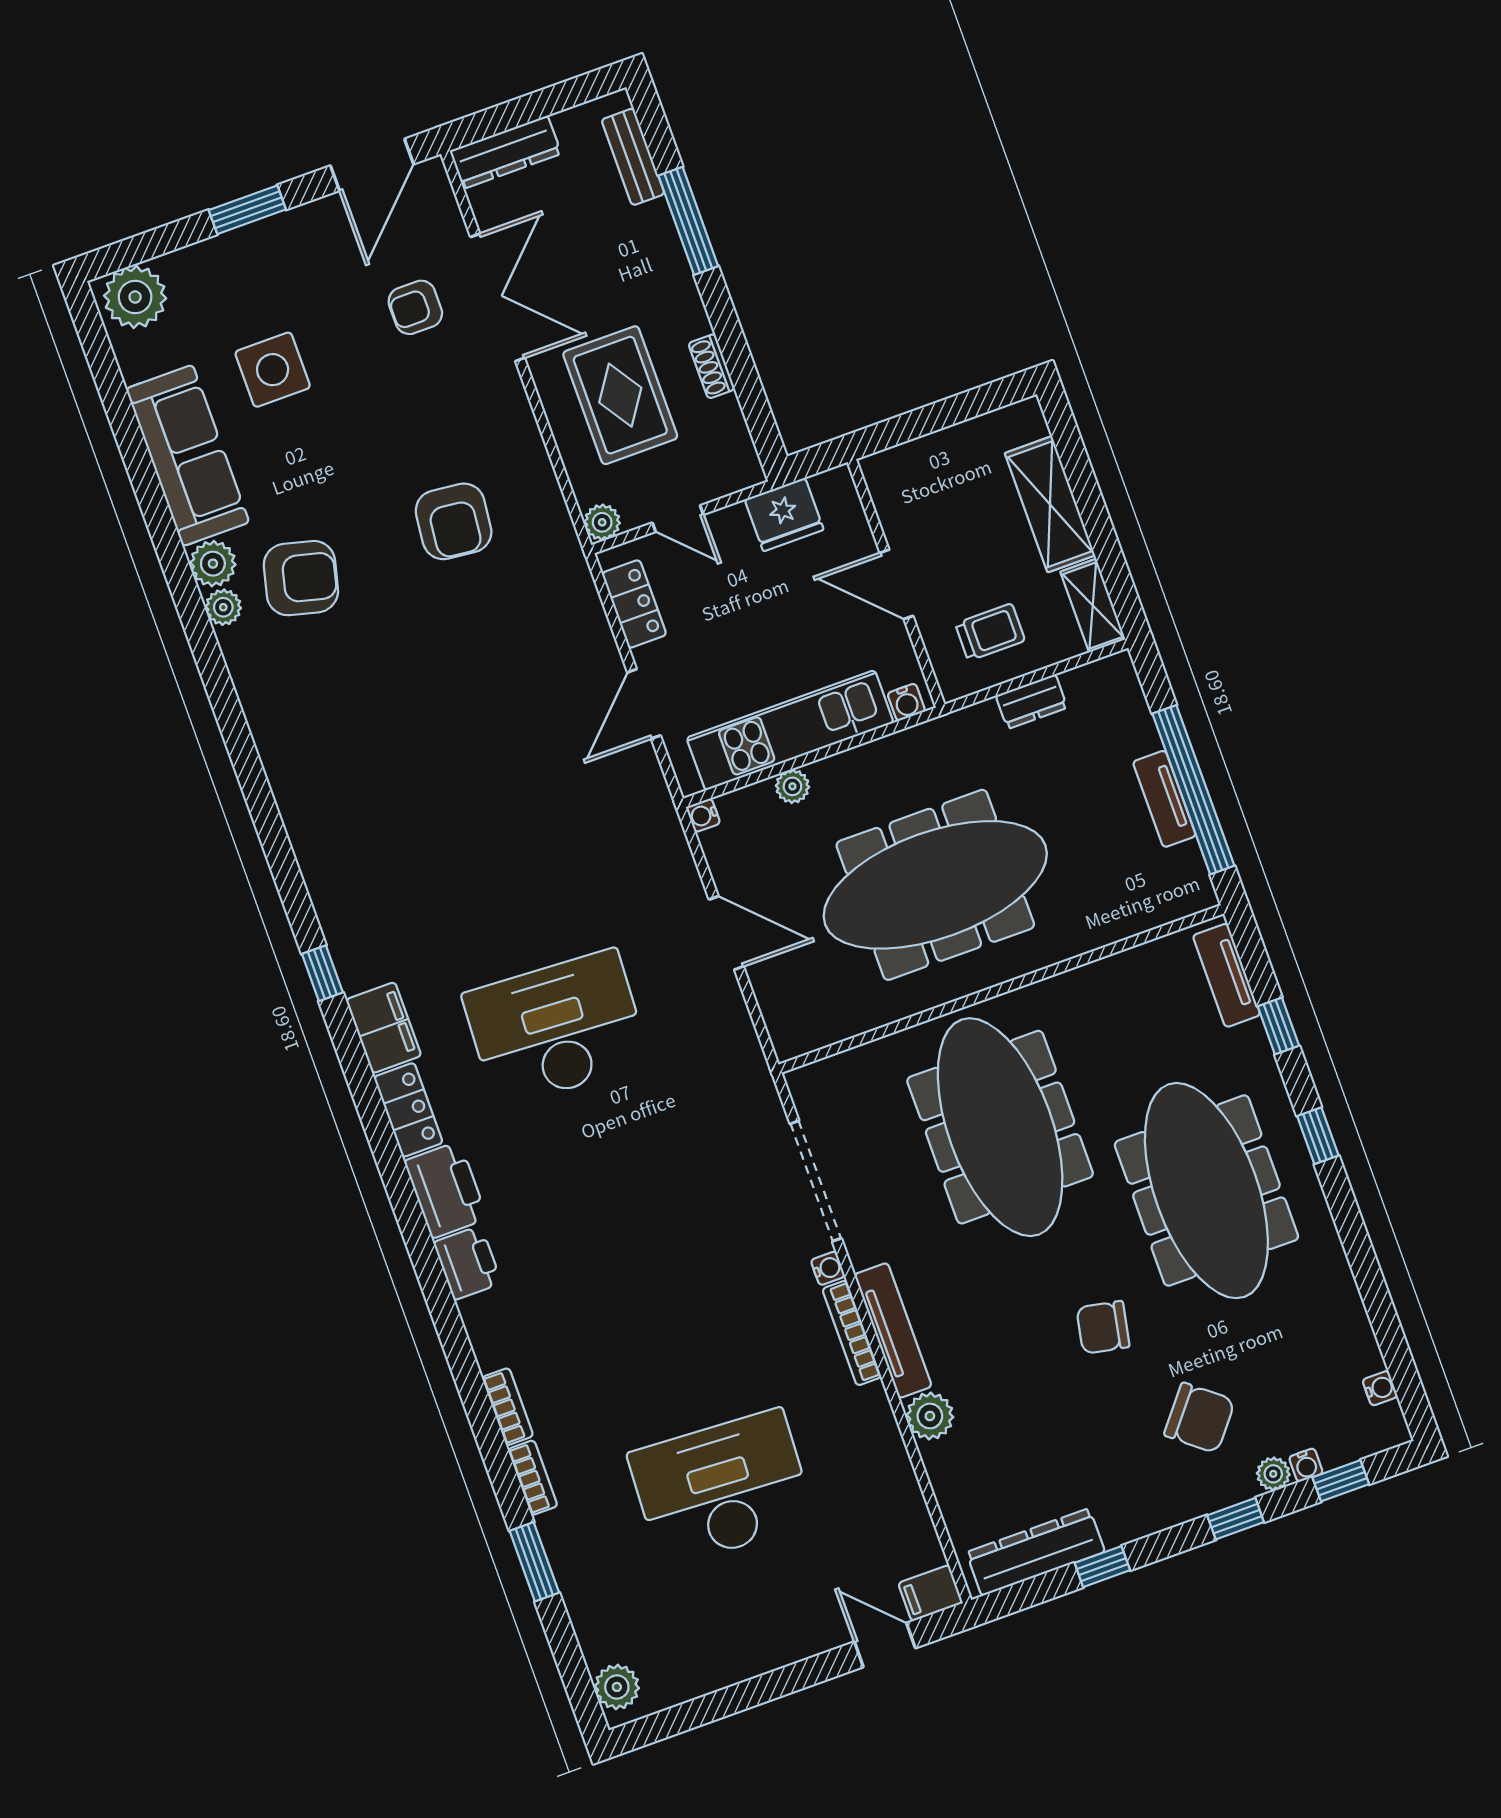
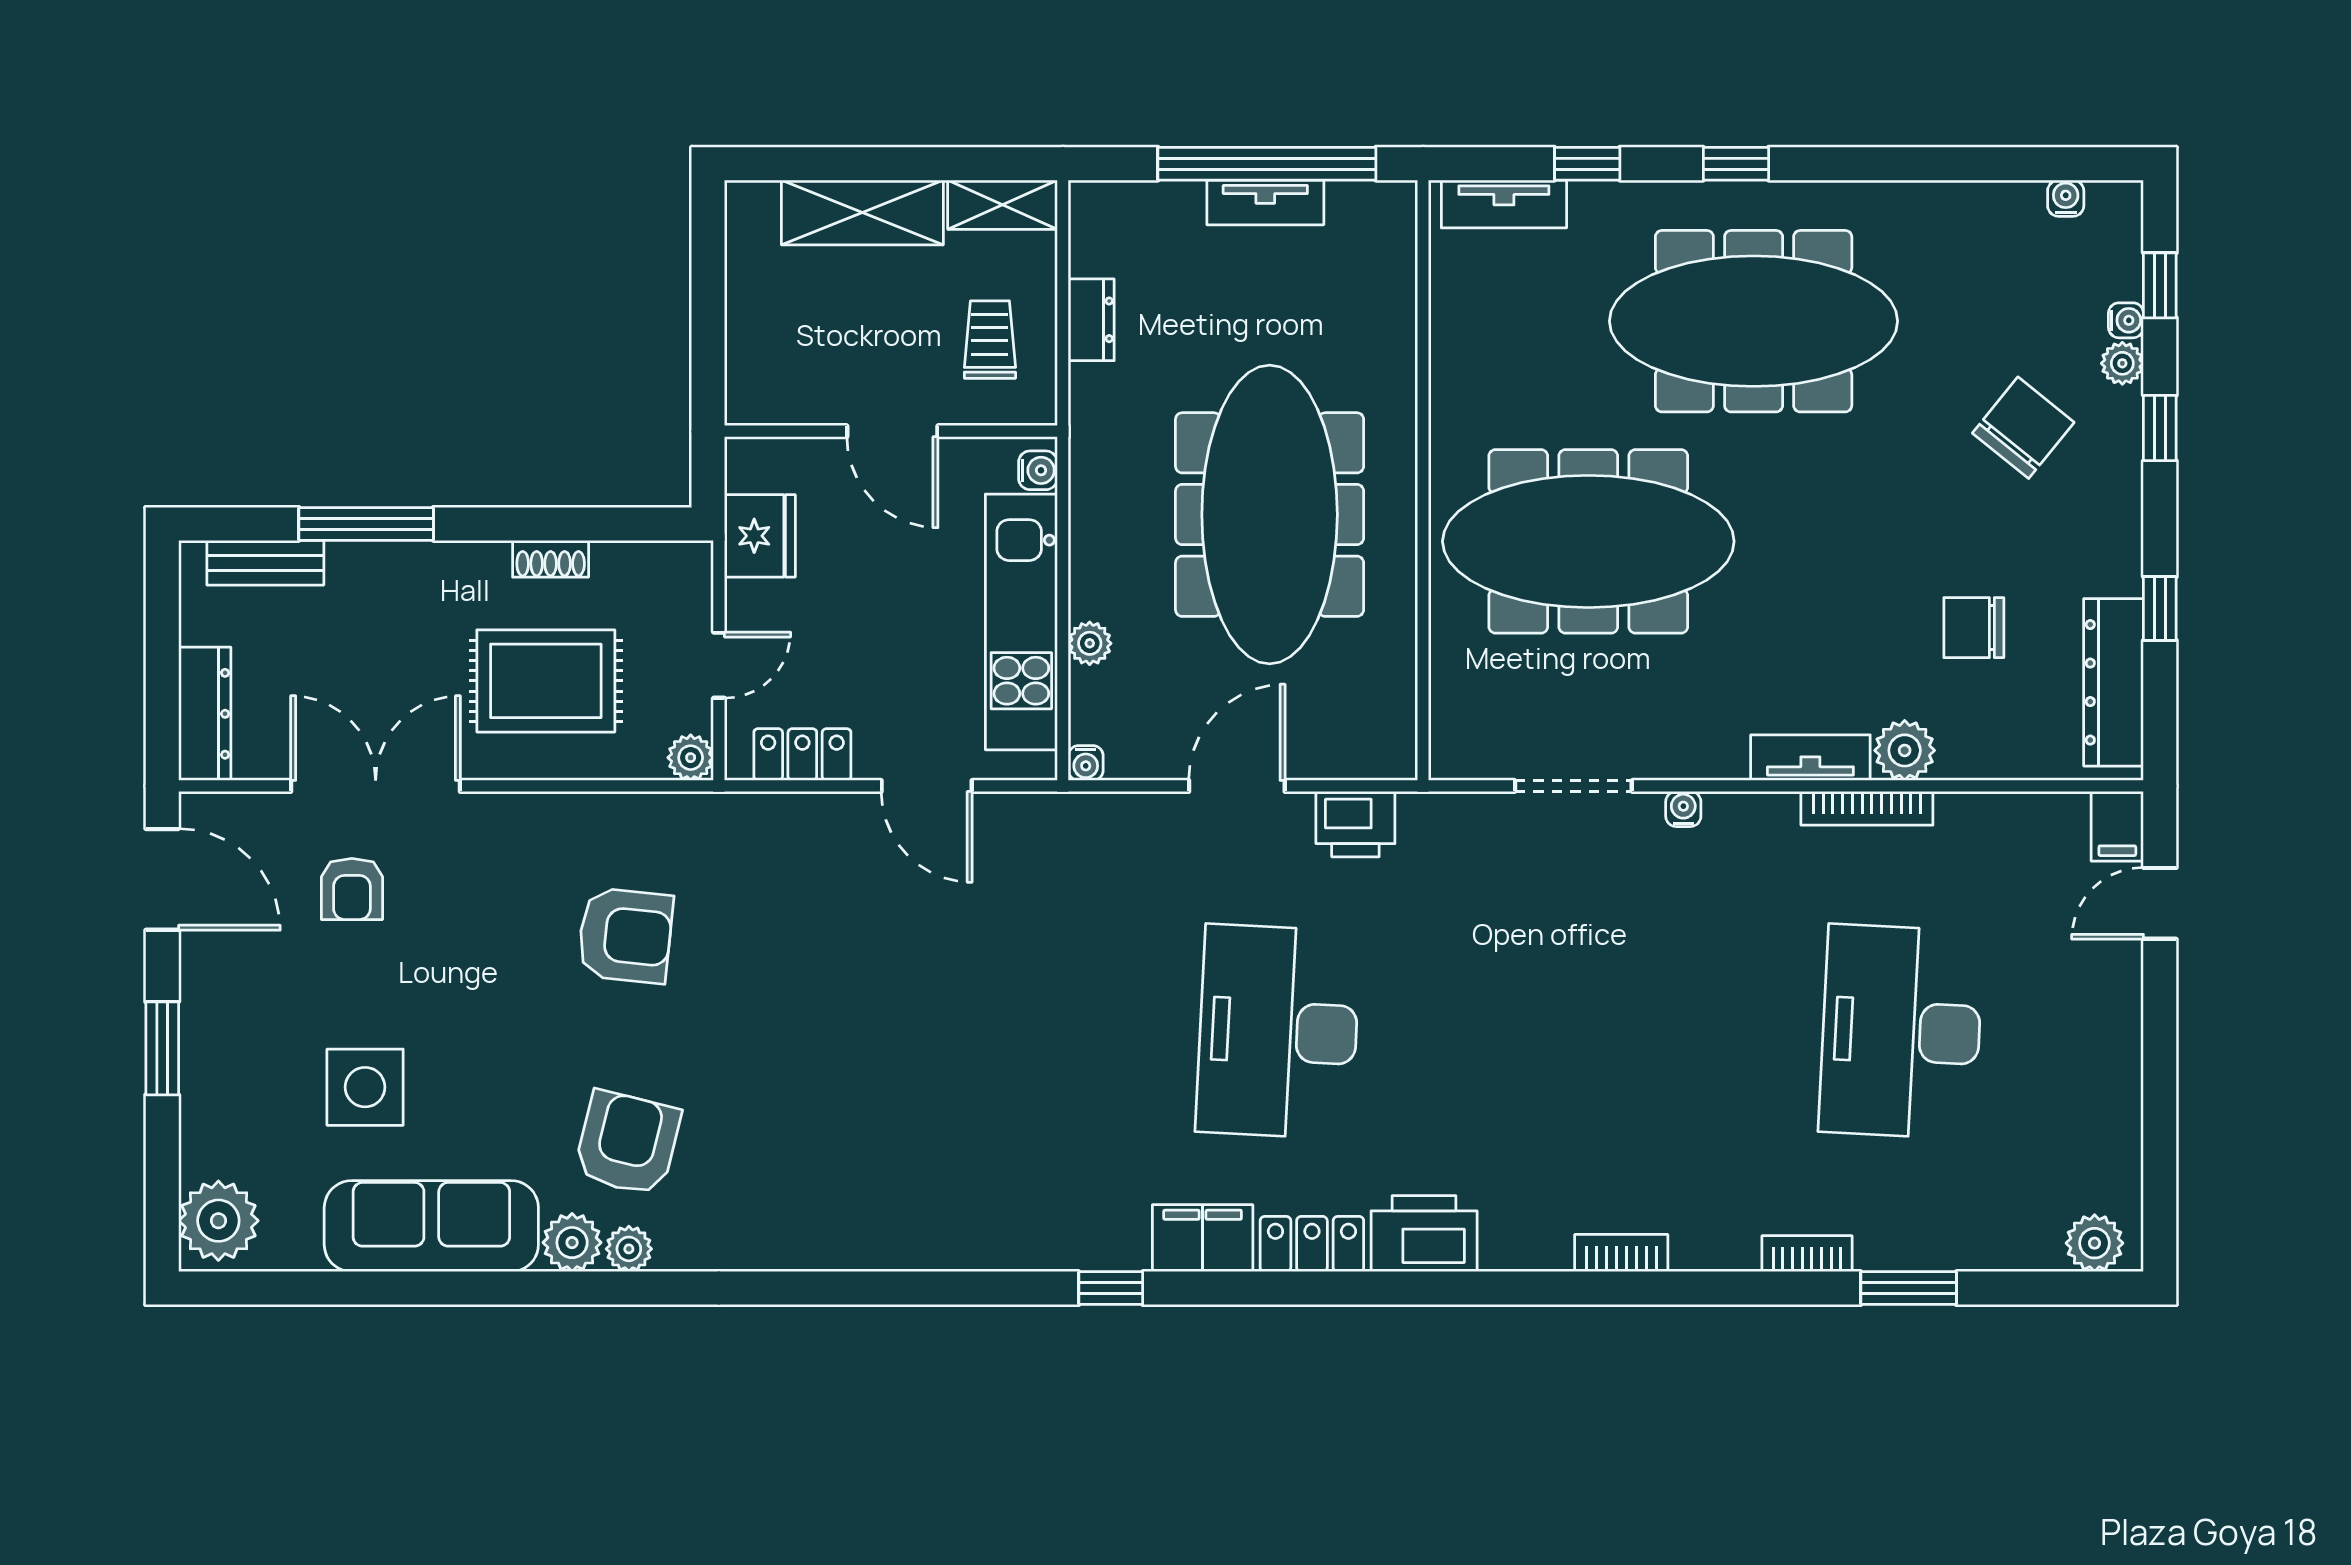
door: (897, 584) -> (892, 431), hinge flipped
doorway: (816, 1181) -> (1573, 786), width x0.73
printer: (468, 1263) -> (1355, 824), moved, turned 180
chair: (1103, 1327) -> (1974, 628), moved, turned 79
tv unit: (893, 1330) -> (1810, 758), width x0.71
bookcase: (852, 1333) -> (1867, 808), moved
bookcase: (508, 1407) -> (1621, 1253), moved

